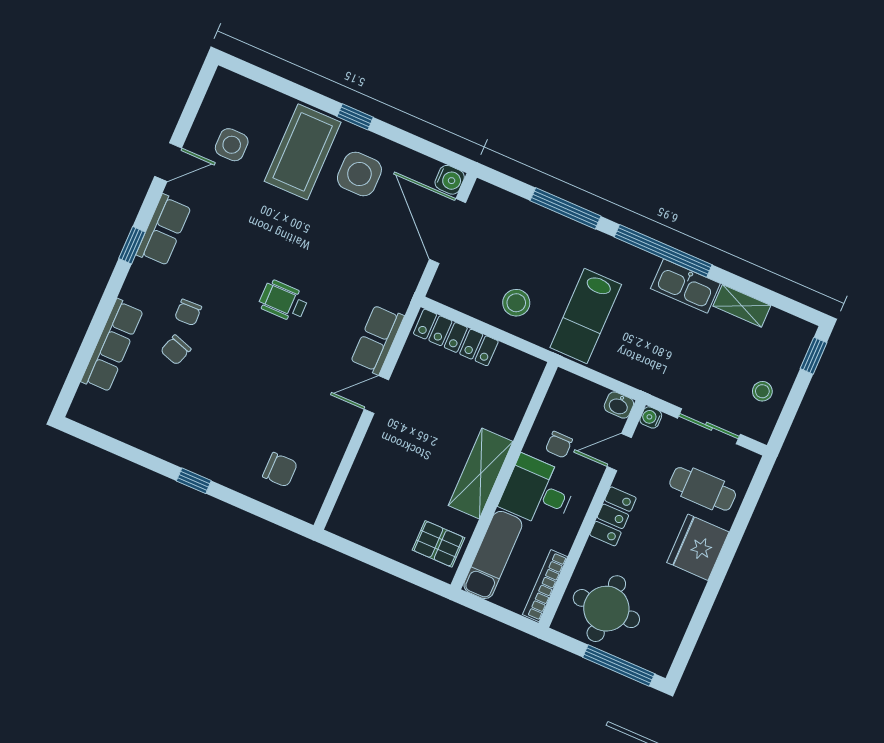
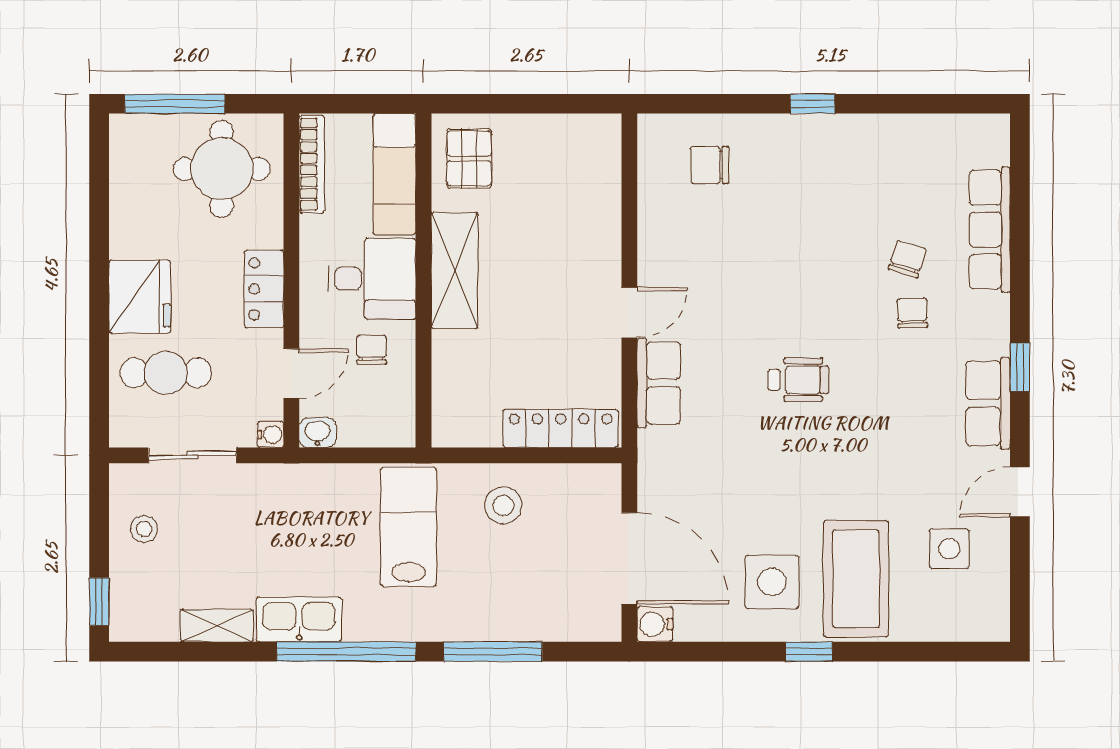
pallet: (439, 544) -> (469, 158), turned 90

